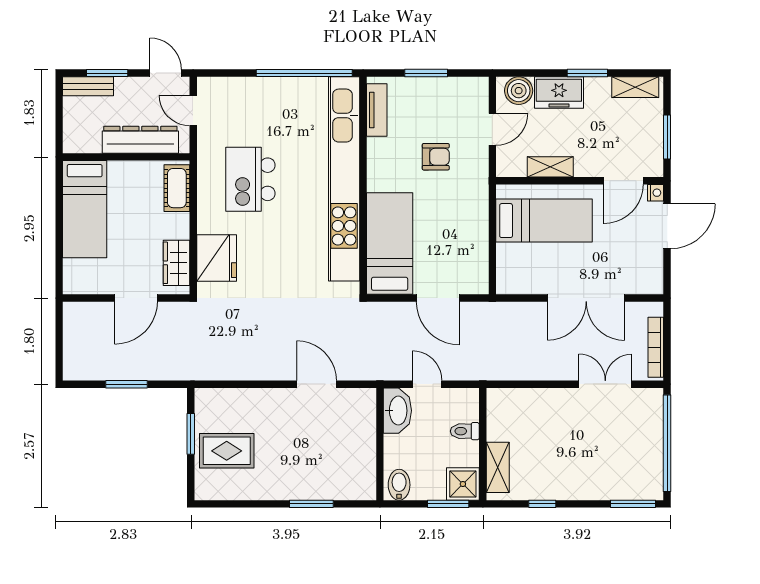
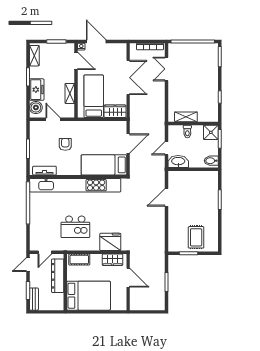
bed: (85, 209) -> (89, 296), width x1.50
wardrobe: (510, 269) -> (115, 111), added
shelving: (498, 467) -> (186, 117), moved

